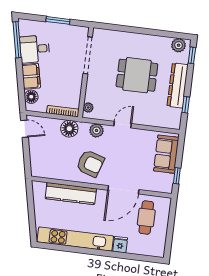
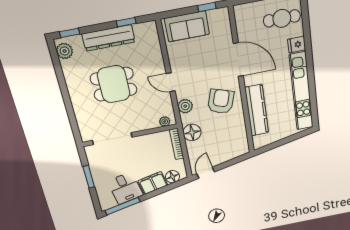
dining table: (137, 75) -> (114, 84), turned 90
cafe table: (146, 218) -> (282, 18), moved

